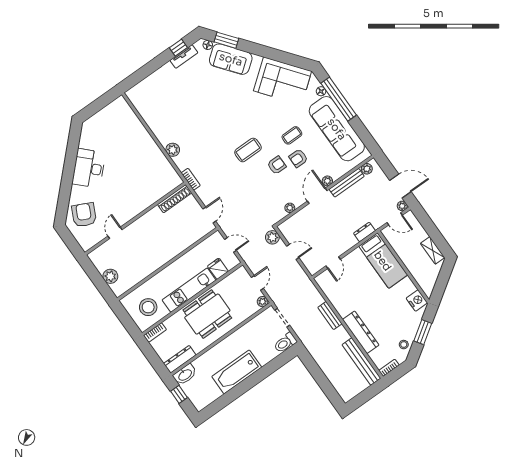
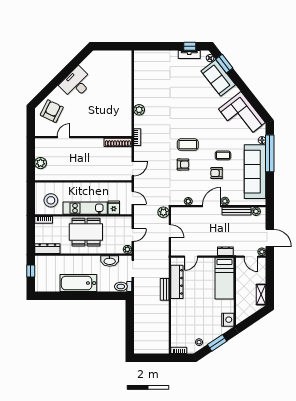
armchair: (277, 165) -> (183, 165), moved
dresser: (361, 332) -> (177, 282), moved
bench: (361, 361) -> (164, 334), removed
washbasin: (185, 375) -> (110, 261), moved

